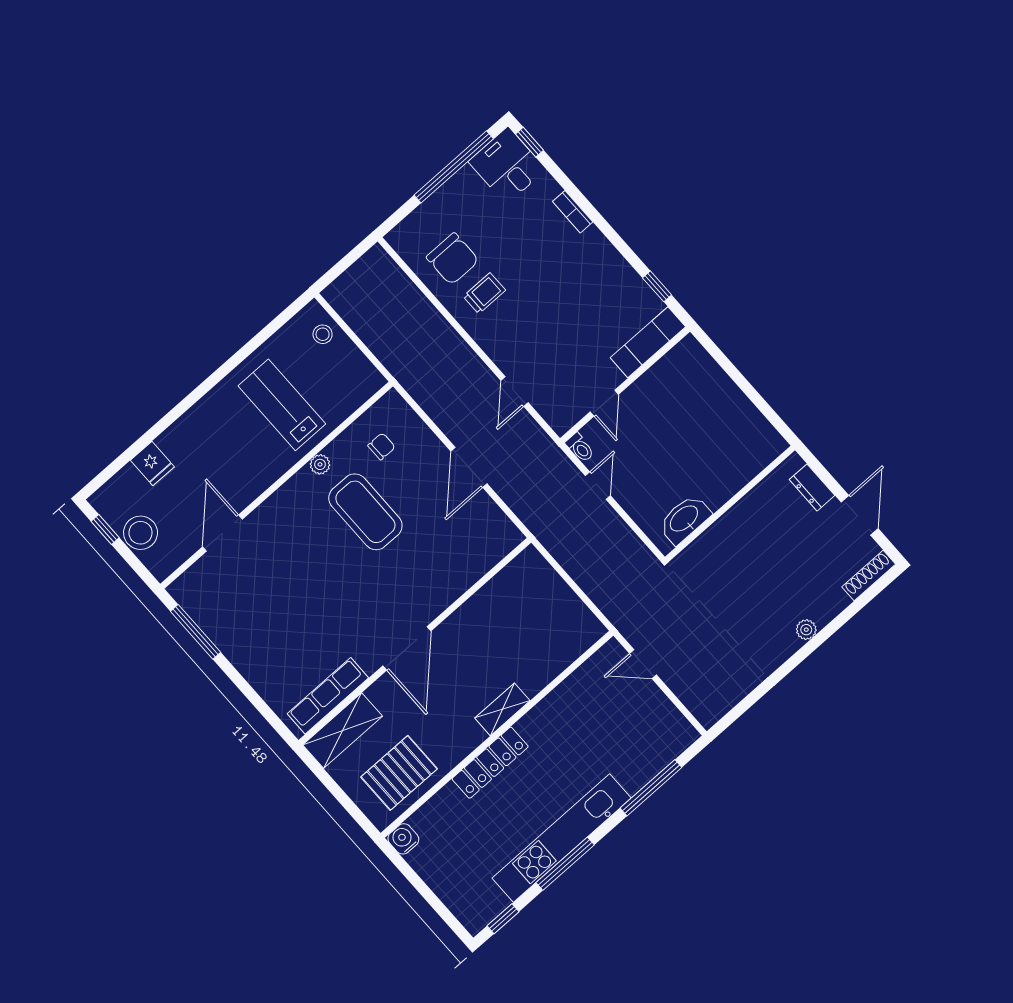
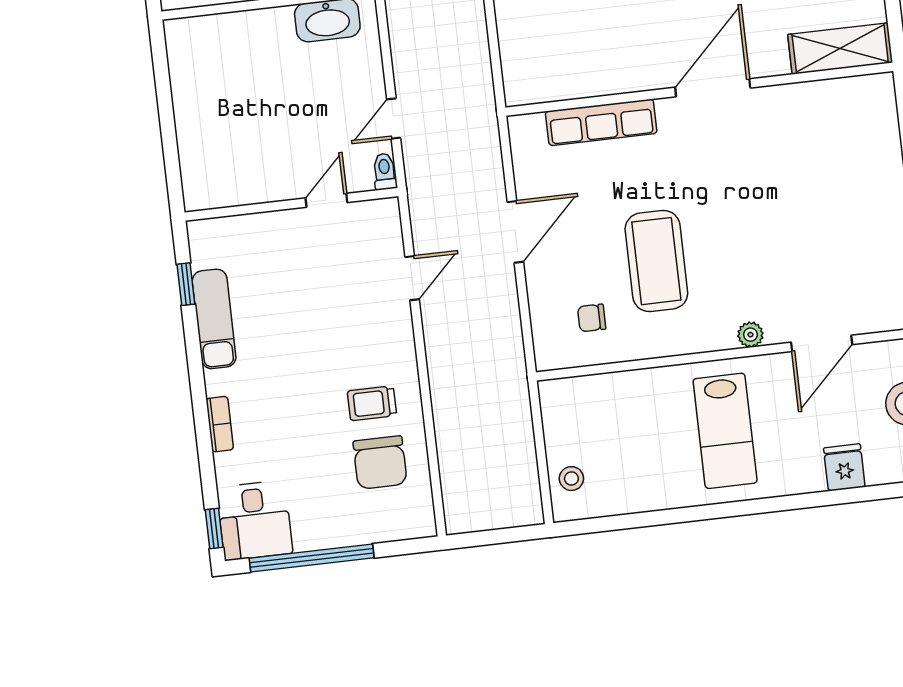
chair: (453, 259) -> (380, 462), turned 180
exam couch: (648, 342) -> (214, 319), moved, turned -90
lab bench: (282, 405) -> (725, 431), moved
plant: (320, 464) -> (750, 335), moved
row of seats: (328, 696) -> (601, 122), moved

